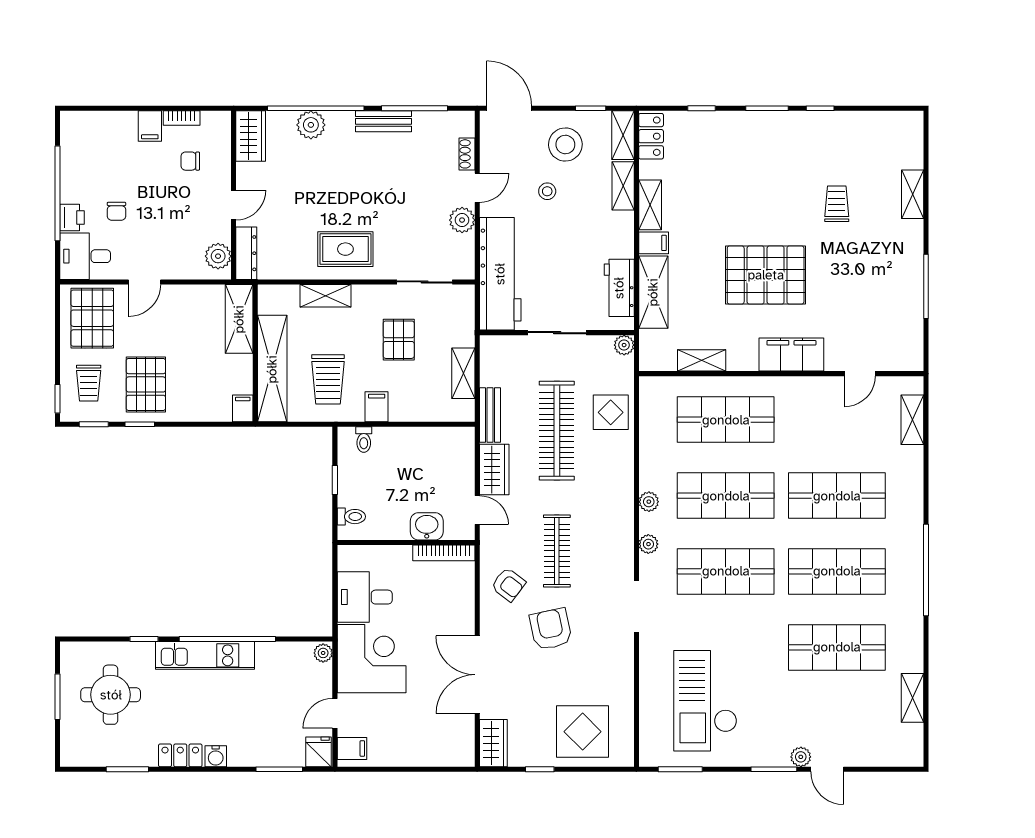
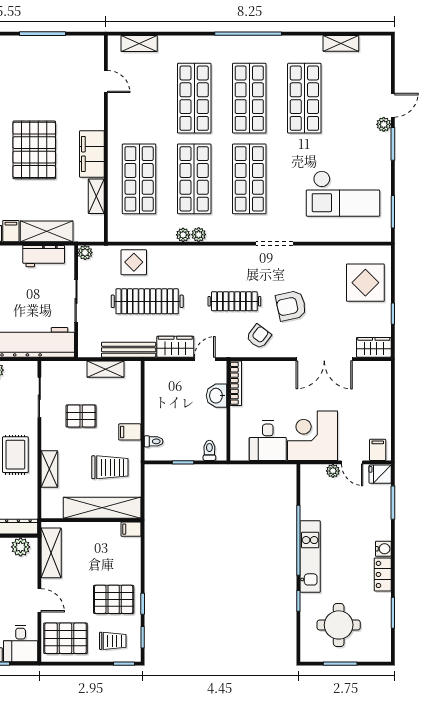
shelving: (239, 319) -> (51, 553), moved, turned 90
filing cabinet: (791, 354) -> (92, 154), moved
bench: (490, 415) -> (129, 350), width x1.36
plant: (648, 544) -> (183, 235), moved
plant: (323, 653) -> (333, 471), moved

